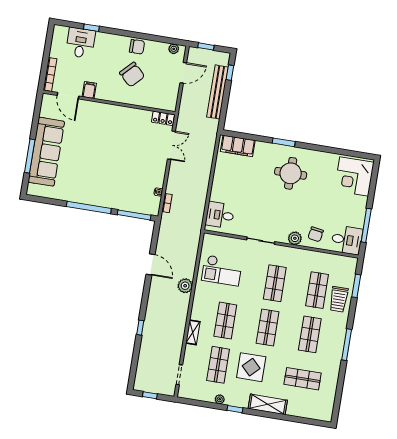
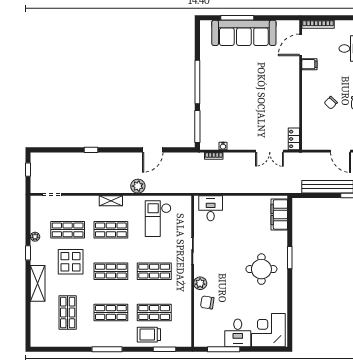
chair: (132, 75) -> (331, 103), width x0.54, depth x0.54
desk: (347, 240) -> (238, 333), moved
shelving: (193, 332) -> (111, 201), moved

